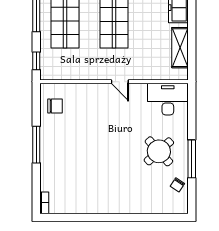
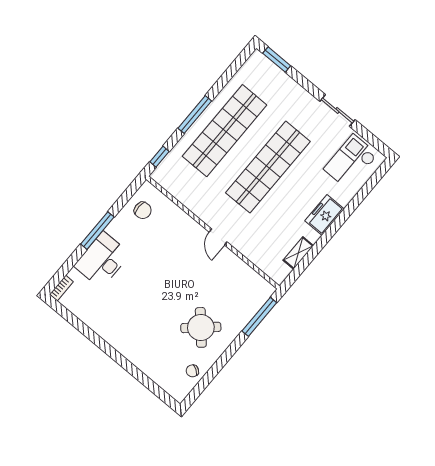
shelving: (180, 48) -> (298, 253), width x0.67, depth x0.75
desk: (168, 99) -> (102, 260), moved, turned -90
window: (192, 159) -> (259, 317), moved

